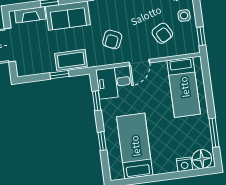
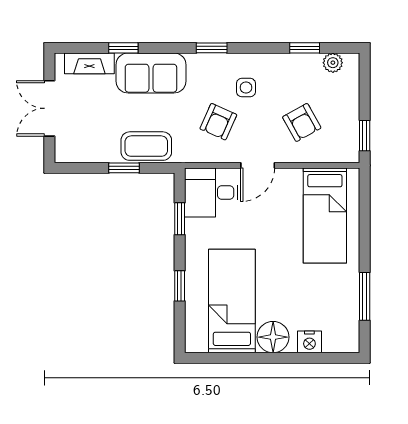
side table: (184, 16) -> (246, 88), moved
floor lamp: (202, 159) -> (273, 337), moved

